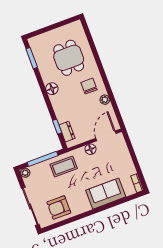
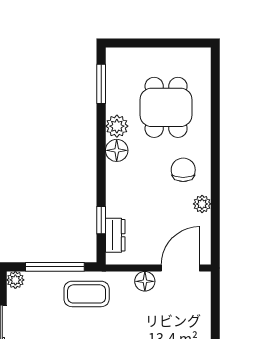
plant: (47, 76) -> (117, 126), added

